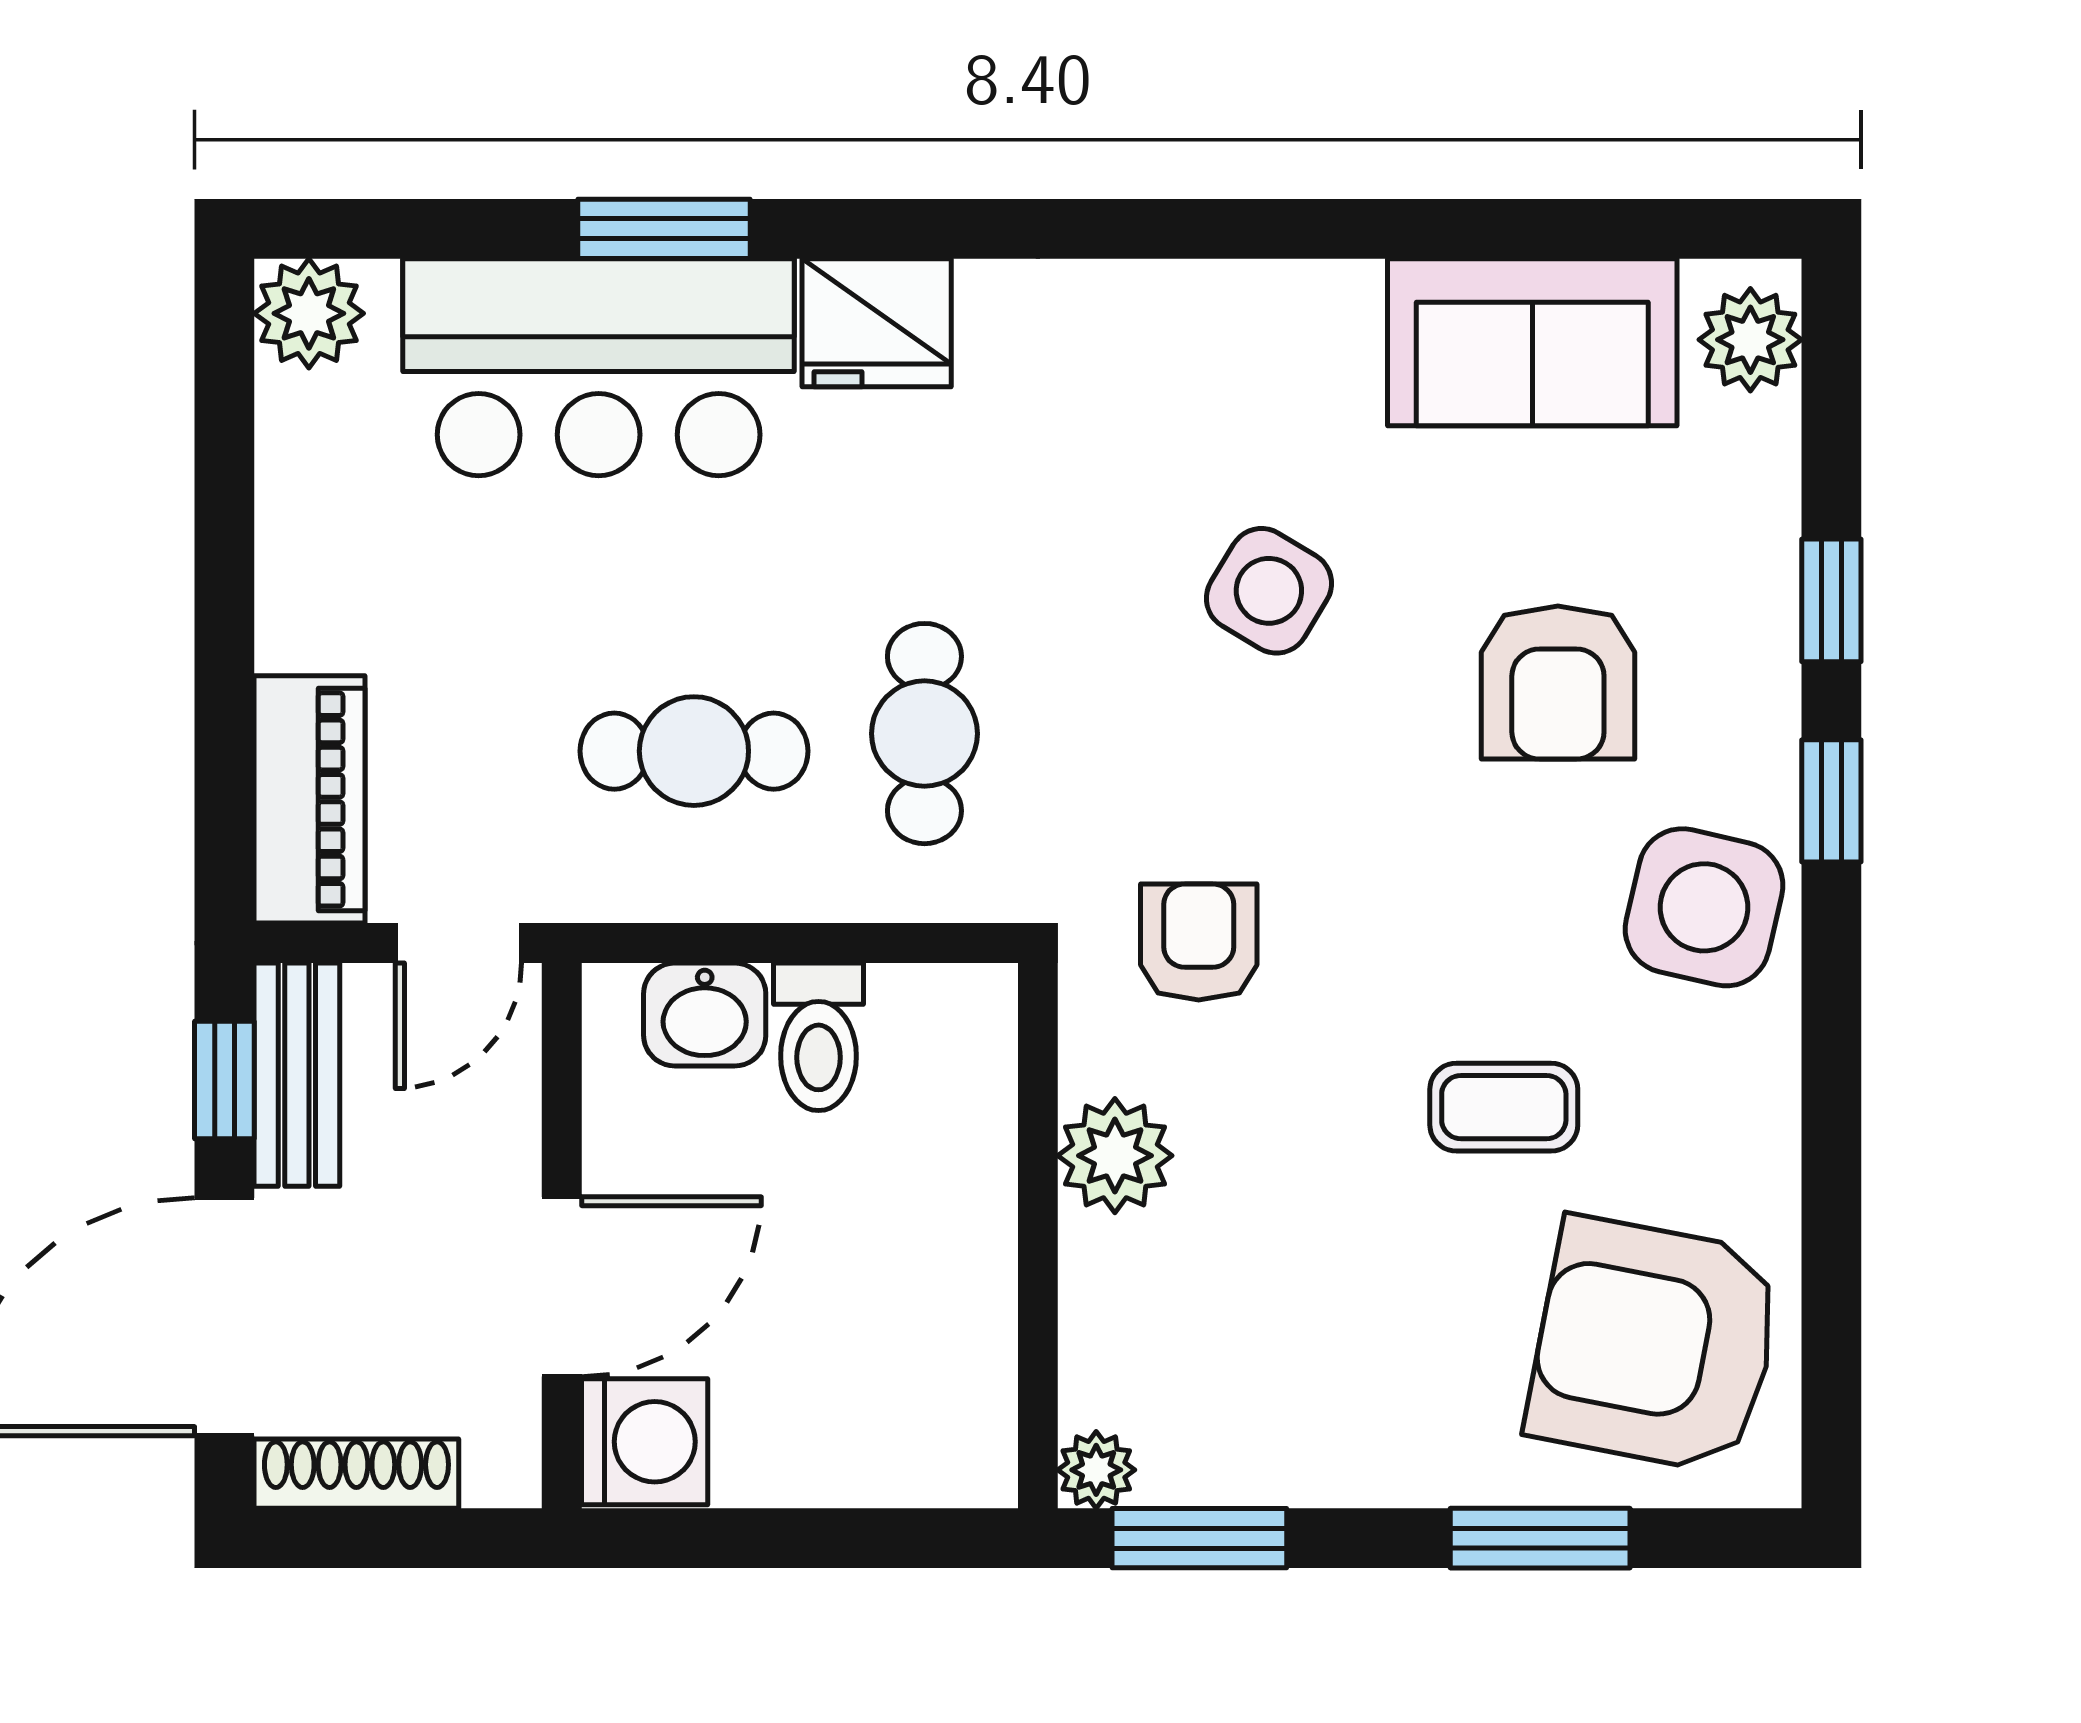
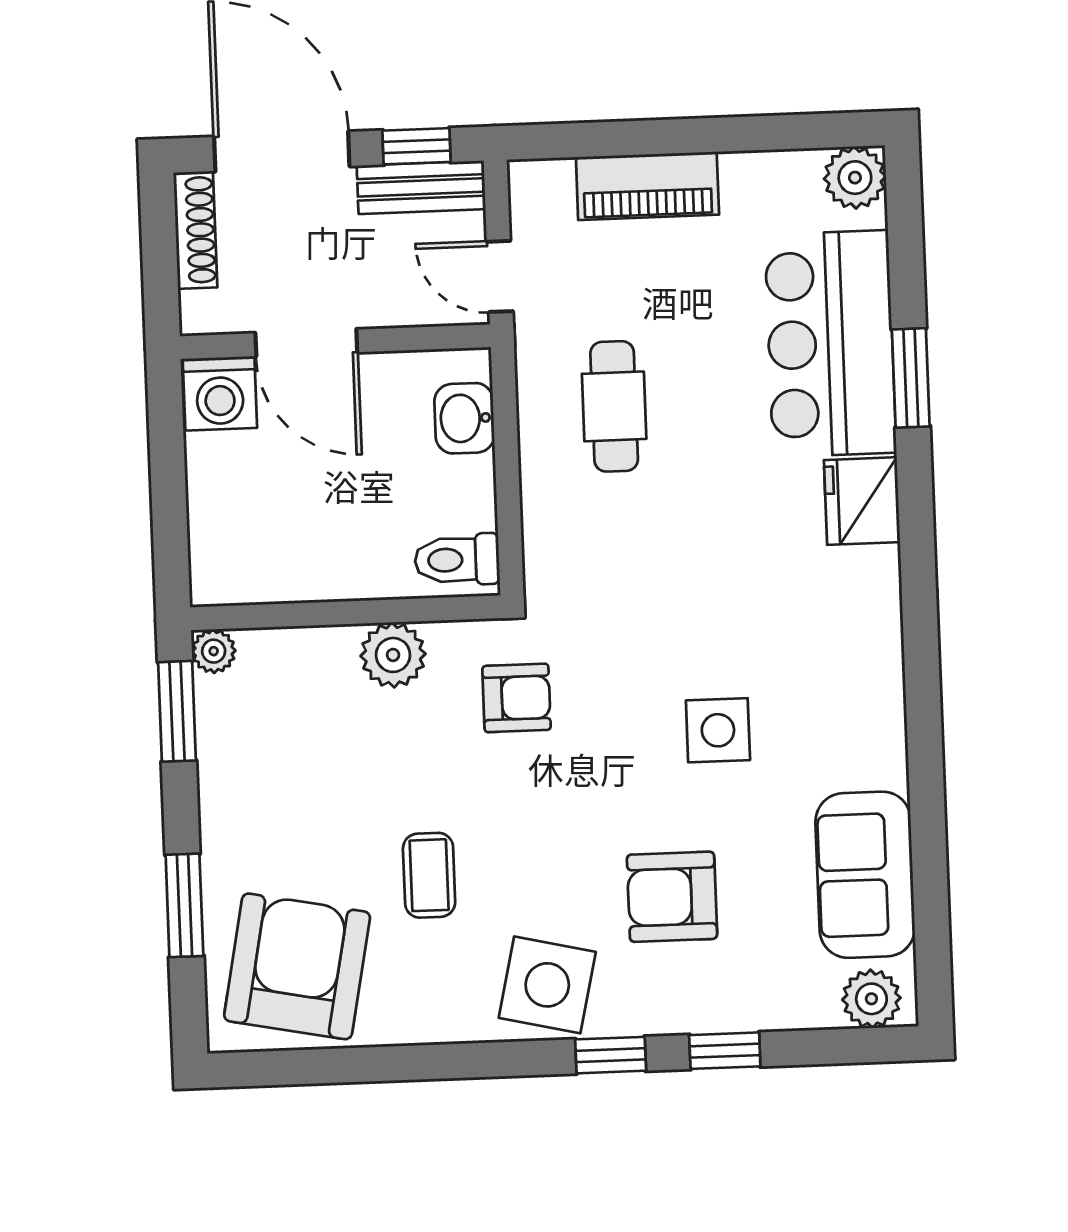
side table: (1269, 591) -> (718, 730), turned -31
cafe table: (924, 734) -> (629, 537), removed
piano: (310, 799) -> (647, 186), moved
toilet: (819, 1037) -> (457, 560), moved

